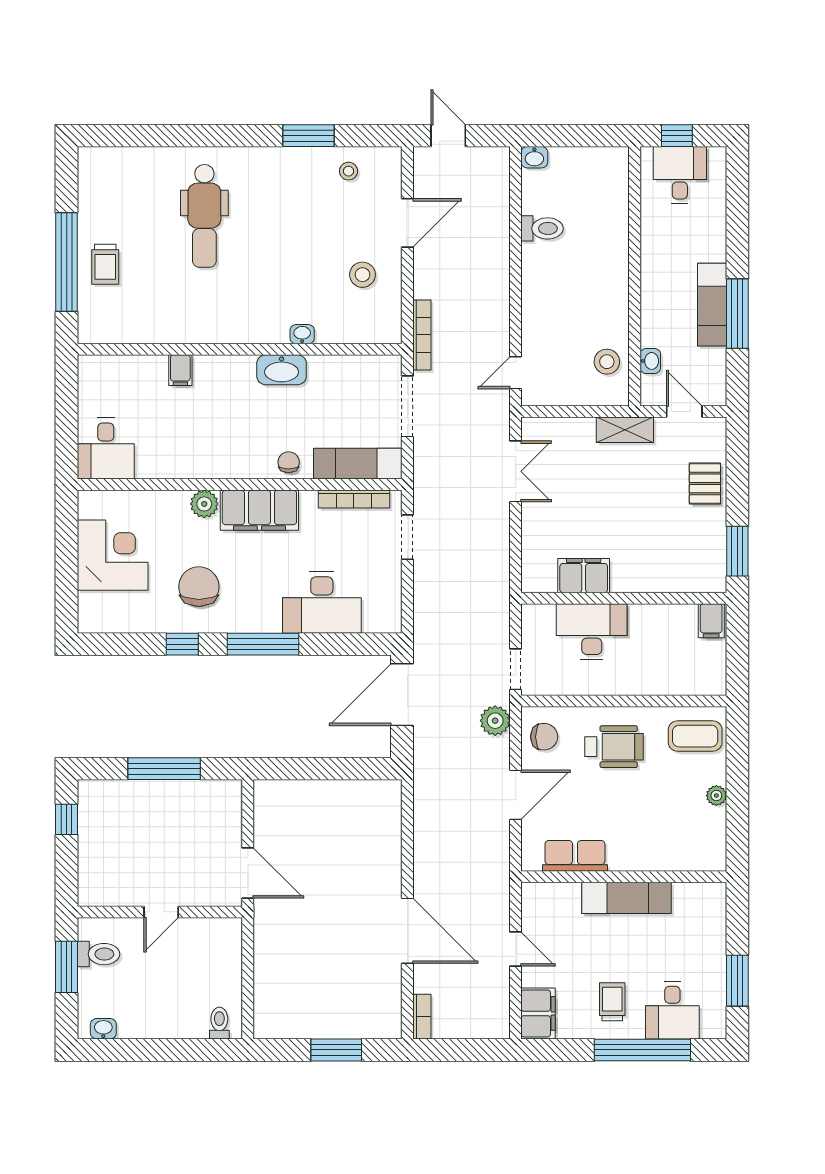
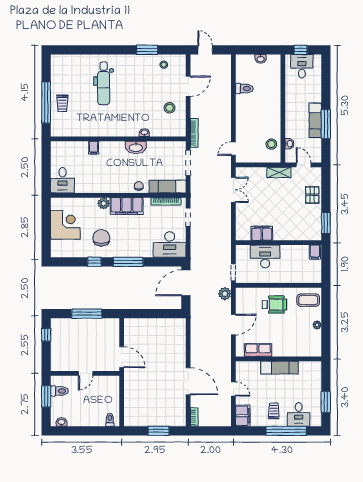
washbasin: (534, 157) -> (261, 59), moved
desk: (322, 603) -> (170, 244), moved
chair: (544, 737) -> (245, 300), removed

